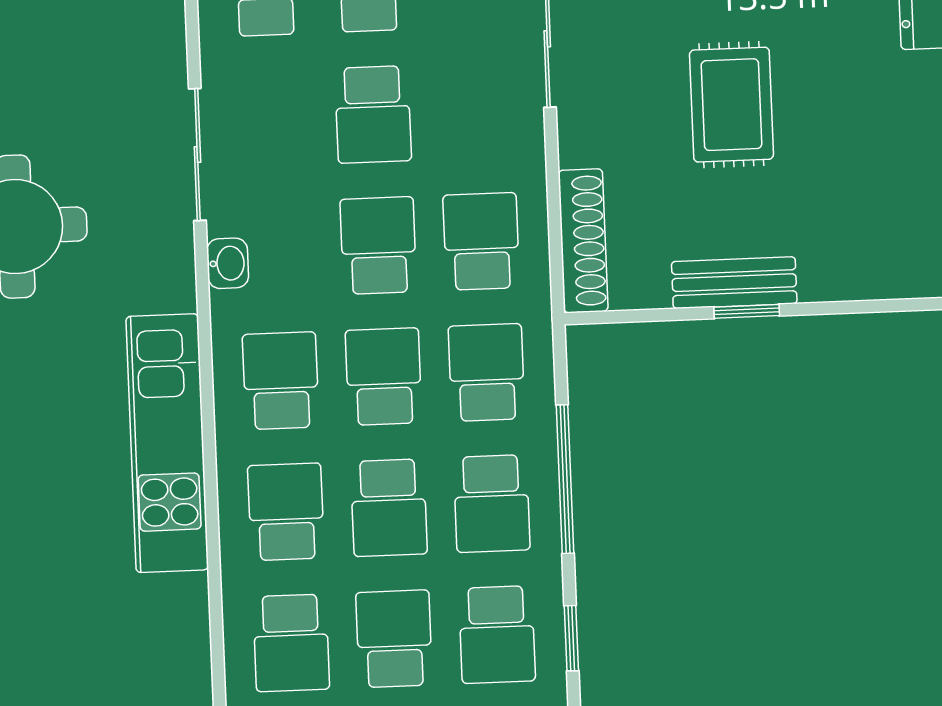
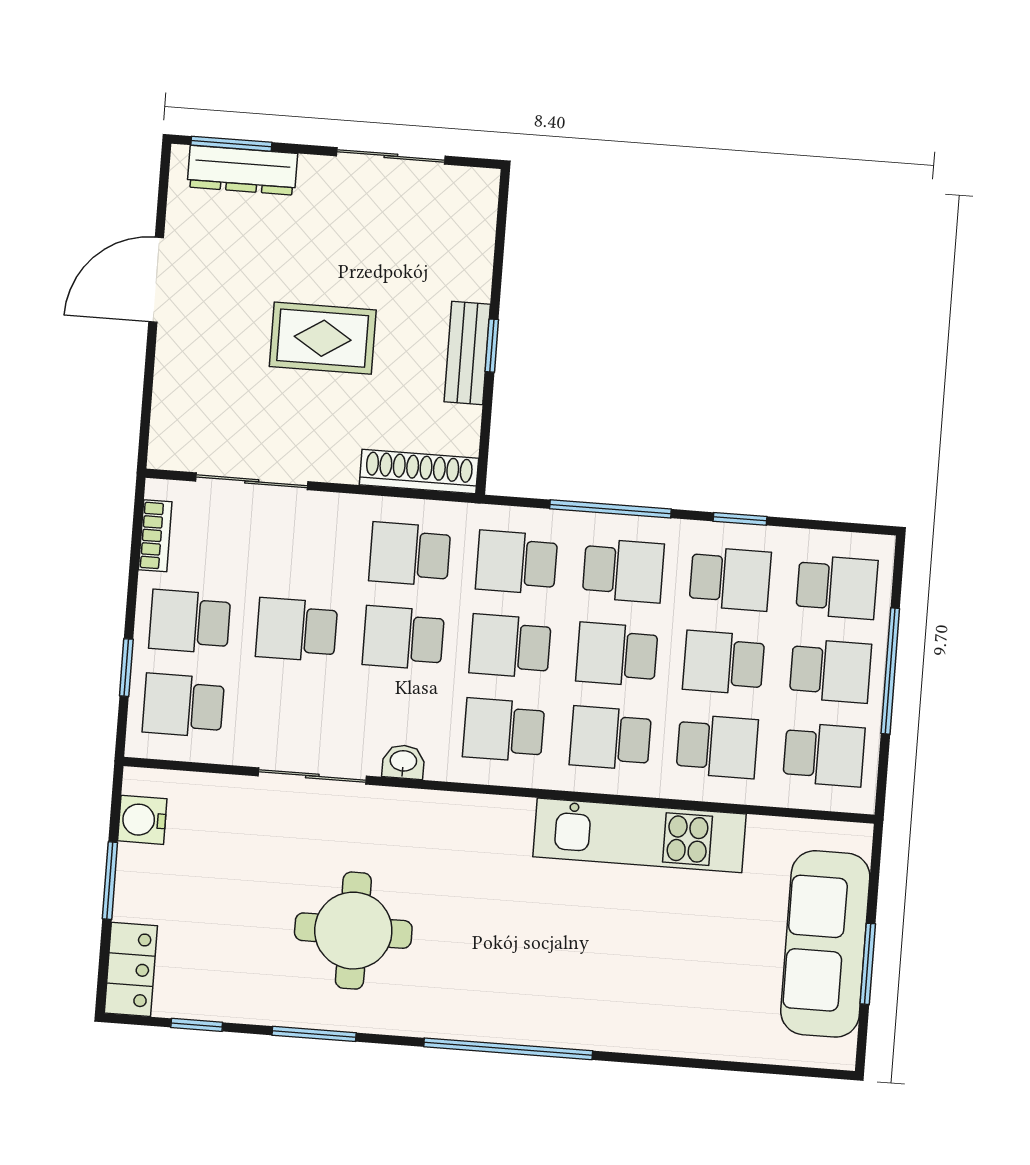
school desk: (373, 114) -> (297, 630), turned 180
kitchen unit: (167, 443) -> (640, 835), moved
school desk: (389, 508) -> (617, 654), turned 180

